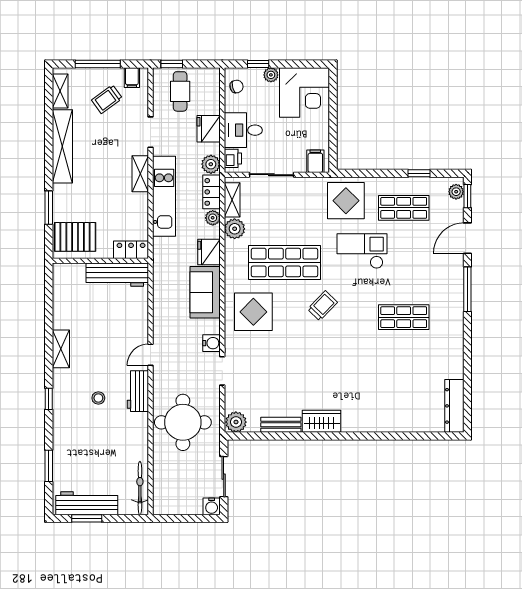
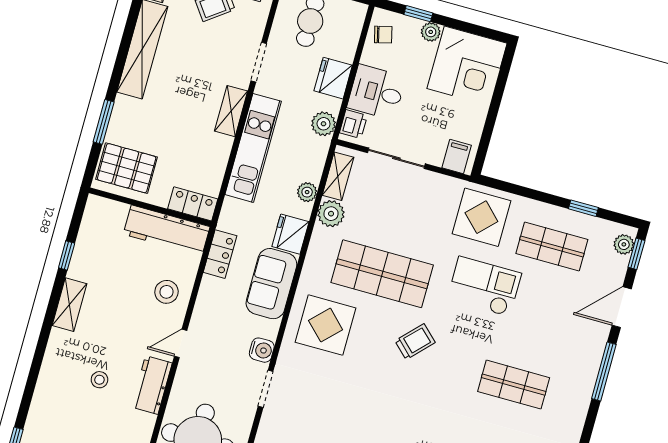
locker: (212, 192) -> (220, 254), moved, turned 180
stool: (130, 320) -> (166, 292), added
window: (49, 399) -> (67, 256), moved

